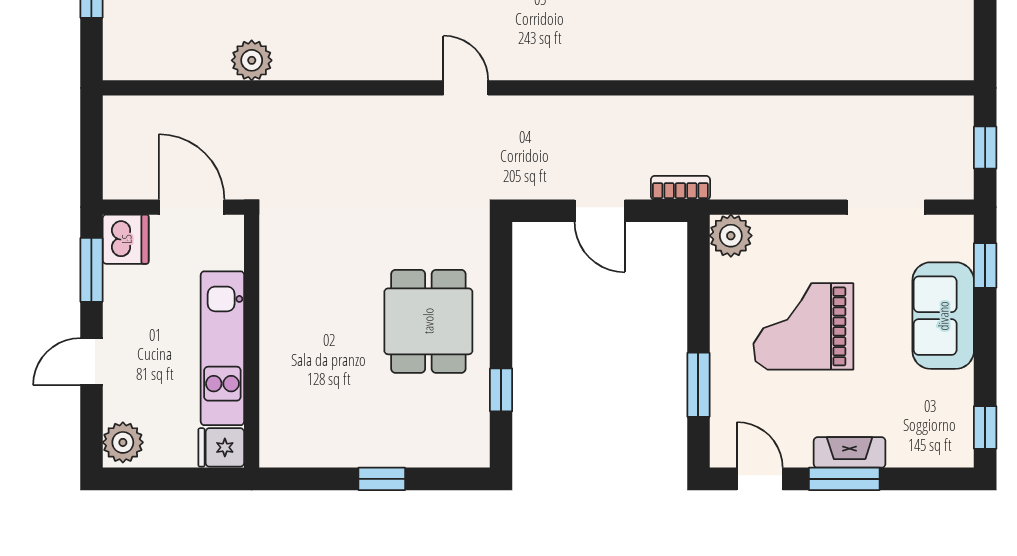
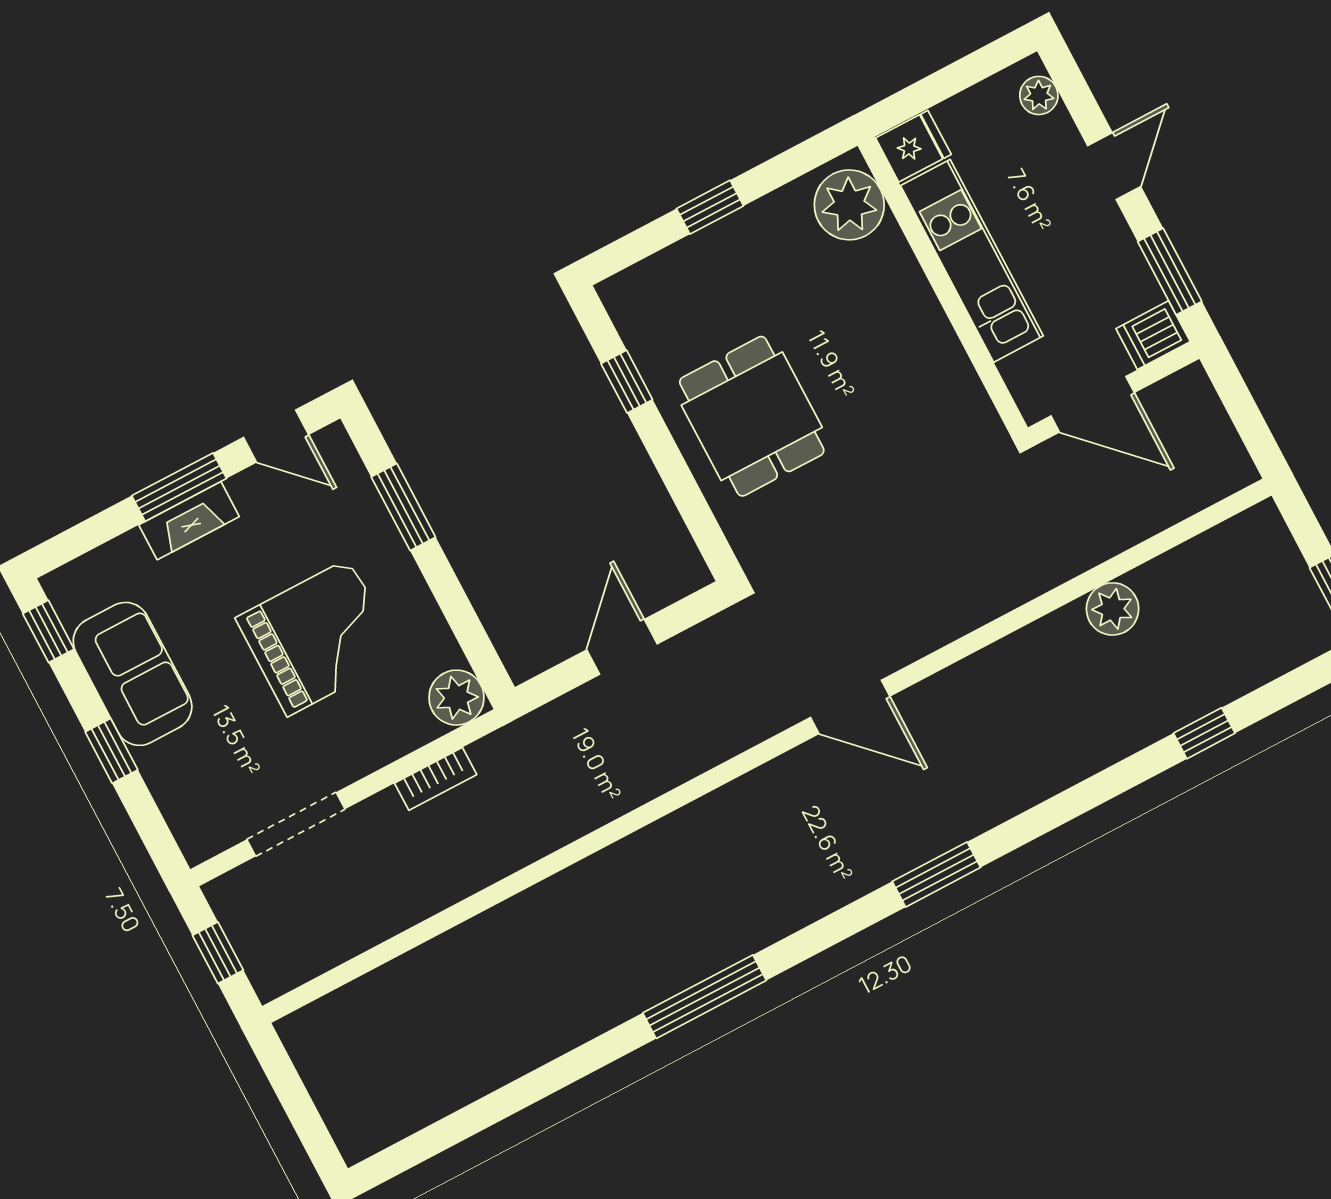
door: (466, 88) -> (850, 707), width x1.38
bookcase: (680, 188) -> (436, 779), moved
door: (600, 211) -> (622, 647), hinge flipped
dishwasher: (126, 239) -> (1153, 335), width x0.73
window: (985, 265) -> (111, 751), moved
sofa: (943, 316) -> (133, 674), moved
plant: (286, 430) -> (849, 205), added
plant: (123, 442) -> (1039, 95), width x0.73, depth x0.73

